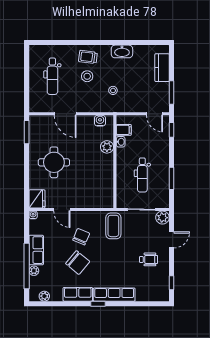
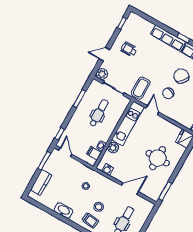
door: (65, 114) -> (130, 189), hinge flipped
kitchen unit: (106, 181) -> (128, 123), added
door: (62, 209) -> (152, 110), moved

